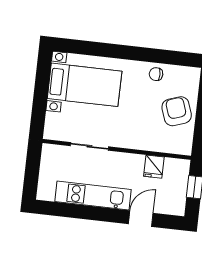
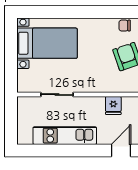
chair: (156, 74) -> (125, 26), moved
door: (141, 219) -> (121, 150), moved

